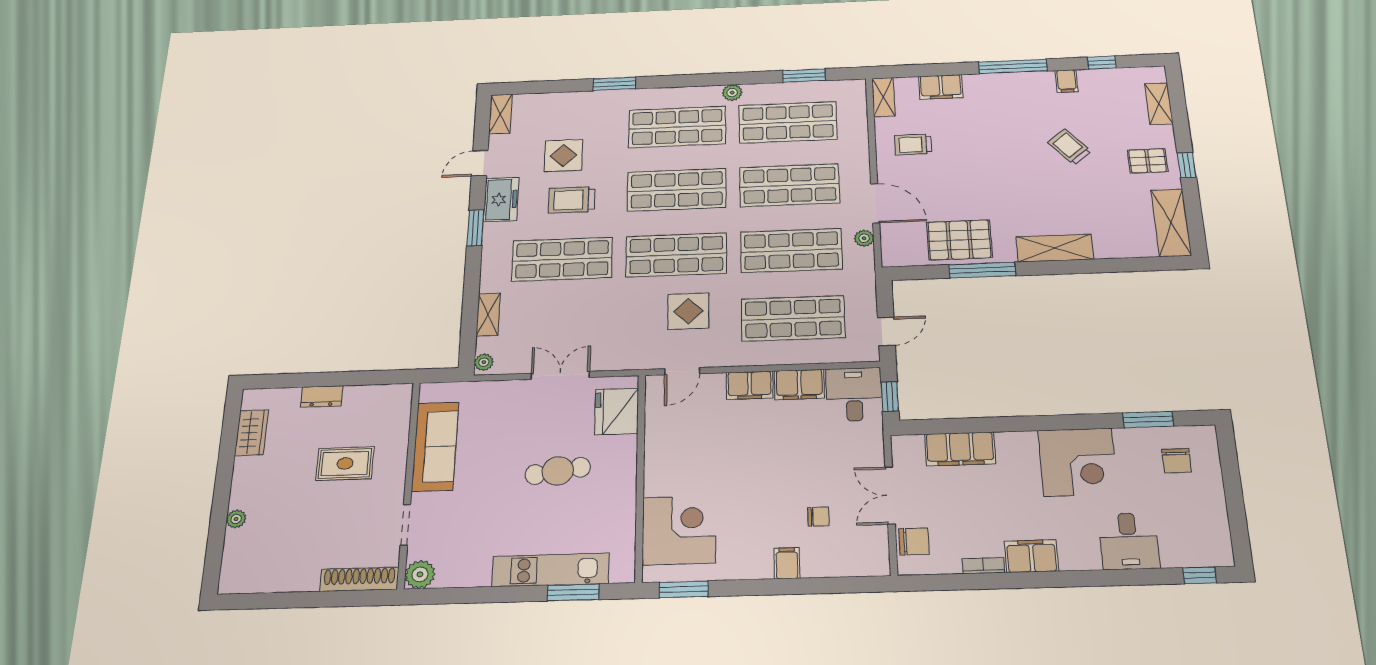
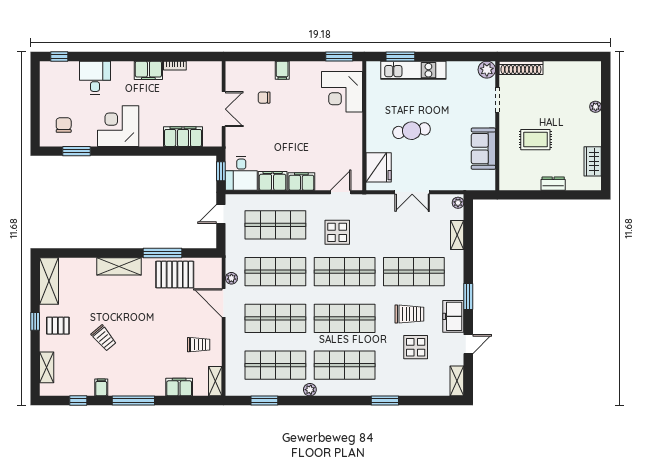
sofa: (435, 446) -> (483, 149), width x0.73
chair: (914, 541) -> (212, 81), removed

